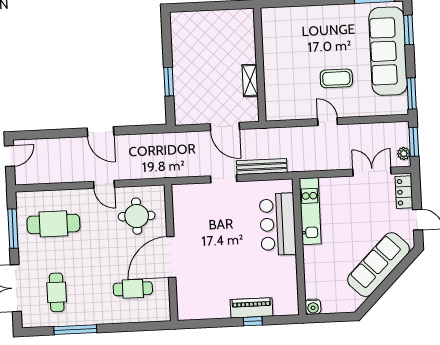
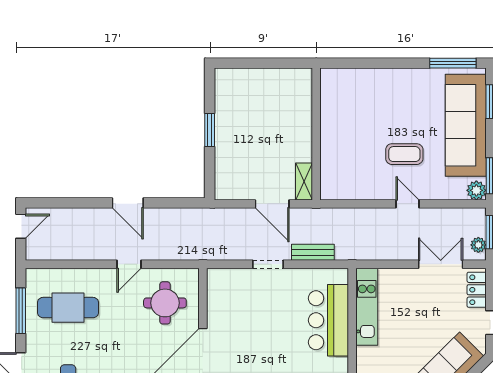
shelving: (250, 80) -> (304, 181), moved
window: (169, 82) -> (210, 130), moved
plant: (400, 107) -> (476, 190), added
door: (328, 122) -> (408, 204), moved
bench: (262, 167) -> (313, 252), width x0.73
door: (104, 184) -> (129, 264), hinge flipped

